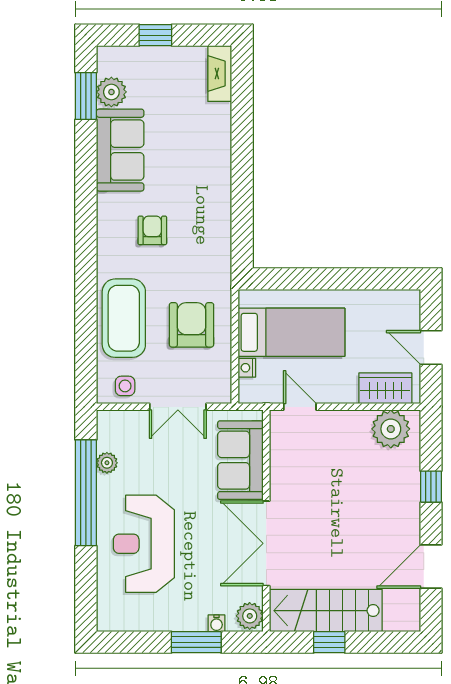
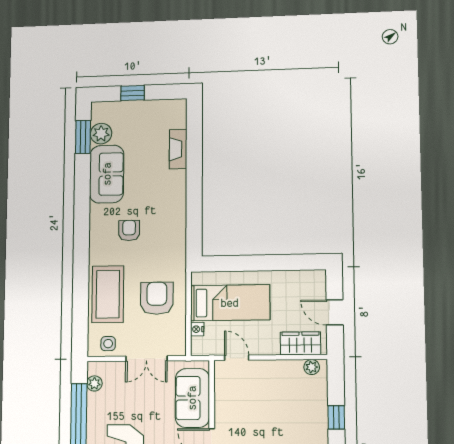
fireplace: (220, 73) -> (178, 149), moved
plant: (391, 429) -> (312, 367), width x0.53, depth x0.53
plant: (107, 463) -> (94, 383), moved

